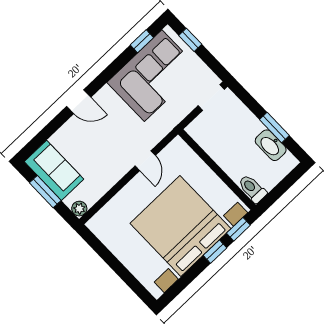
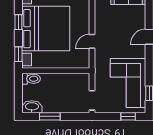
washbasin: (271, 145) -> (32, 107), moved
door: (145, 161) -> (92, 41), hinge flipped
window: (215, 252) -> (18, 22), moved

